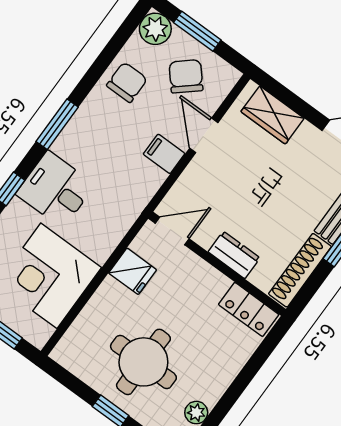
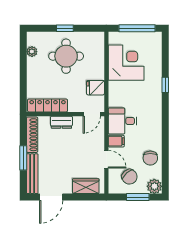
window: (57, 124) -> (165, 123), removed
desk: (55, 189) -> (122, 121), moved, turned 180
locker: (249, 309) -> (48, 105), width x1.53

